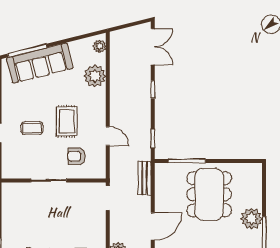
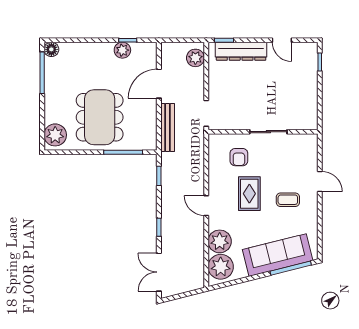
plant: (100, 46) -> (221, 267), width x1.87, depth x1.87
coffee table: (32, 128) -> (288, 200), moved
door: (108, 136) -> (206, 206), moved
armchair: (77, 156) -> (239, 157), turned 90
bench: (145, 178) -> (168, 128), width x1.36
plant: (252, 219) -> (55, 135), moved

